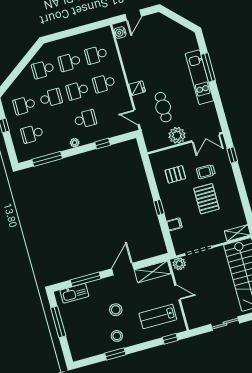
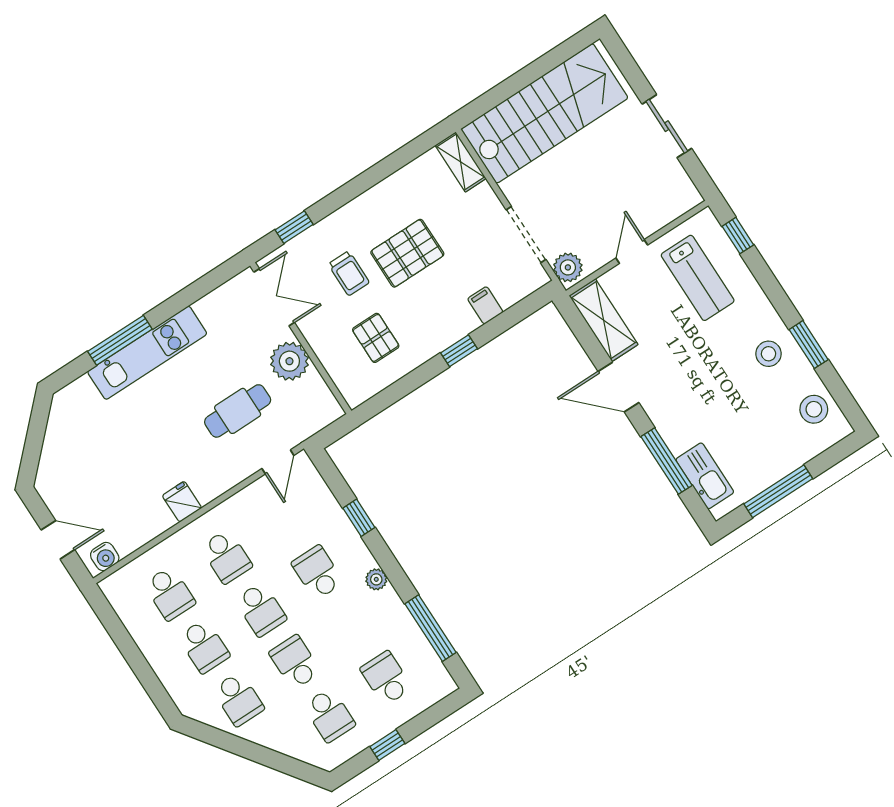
fridge: (137, 88) -> (182, 502), moved
school desk: (32, 134) -> (386, 678), turned 180
stool: (116, 310) -> (814, 409), moved

